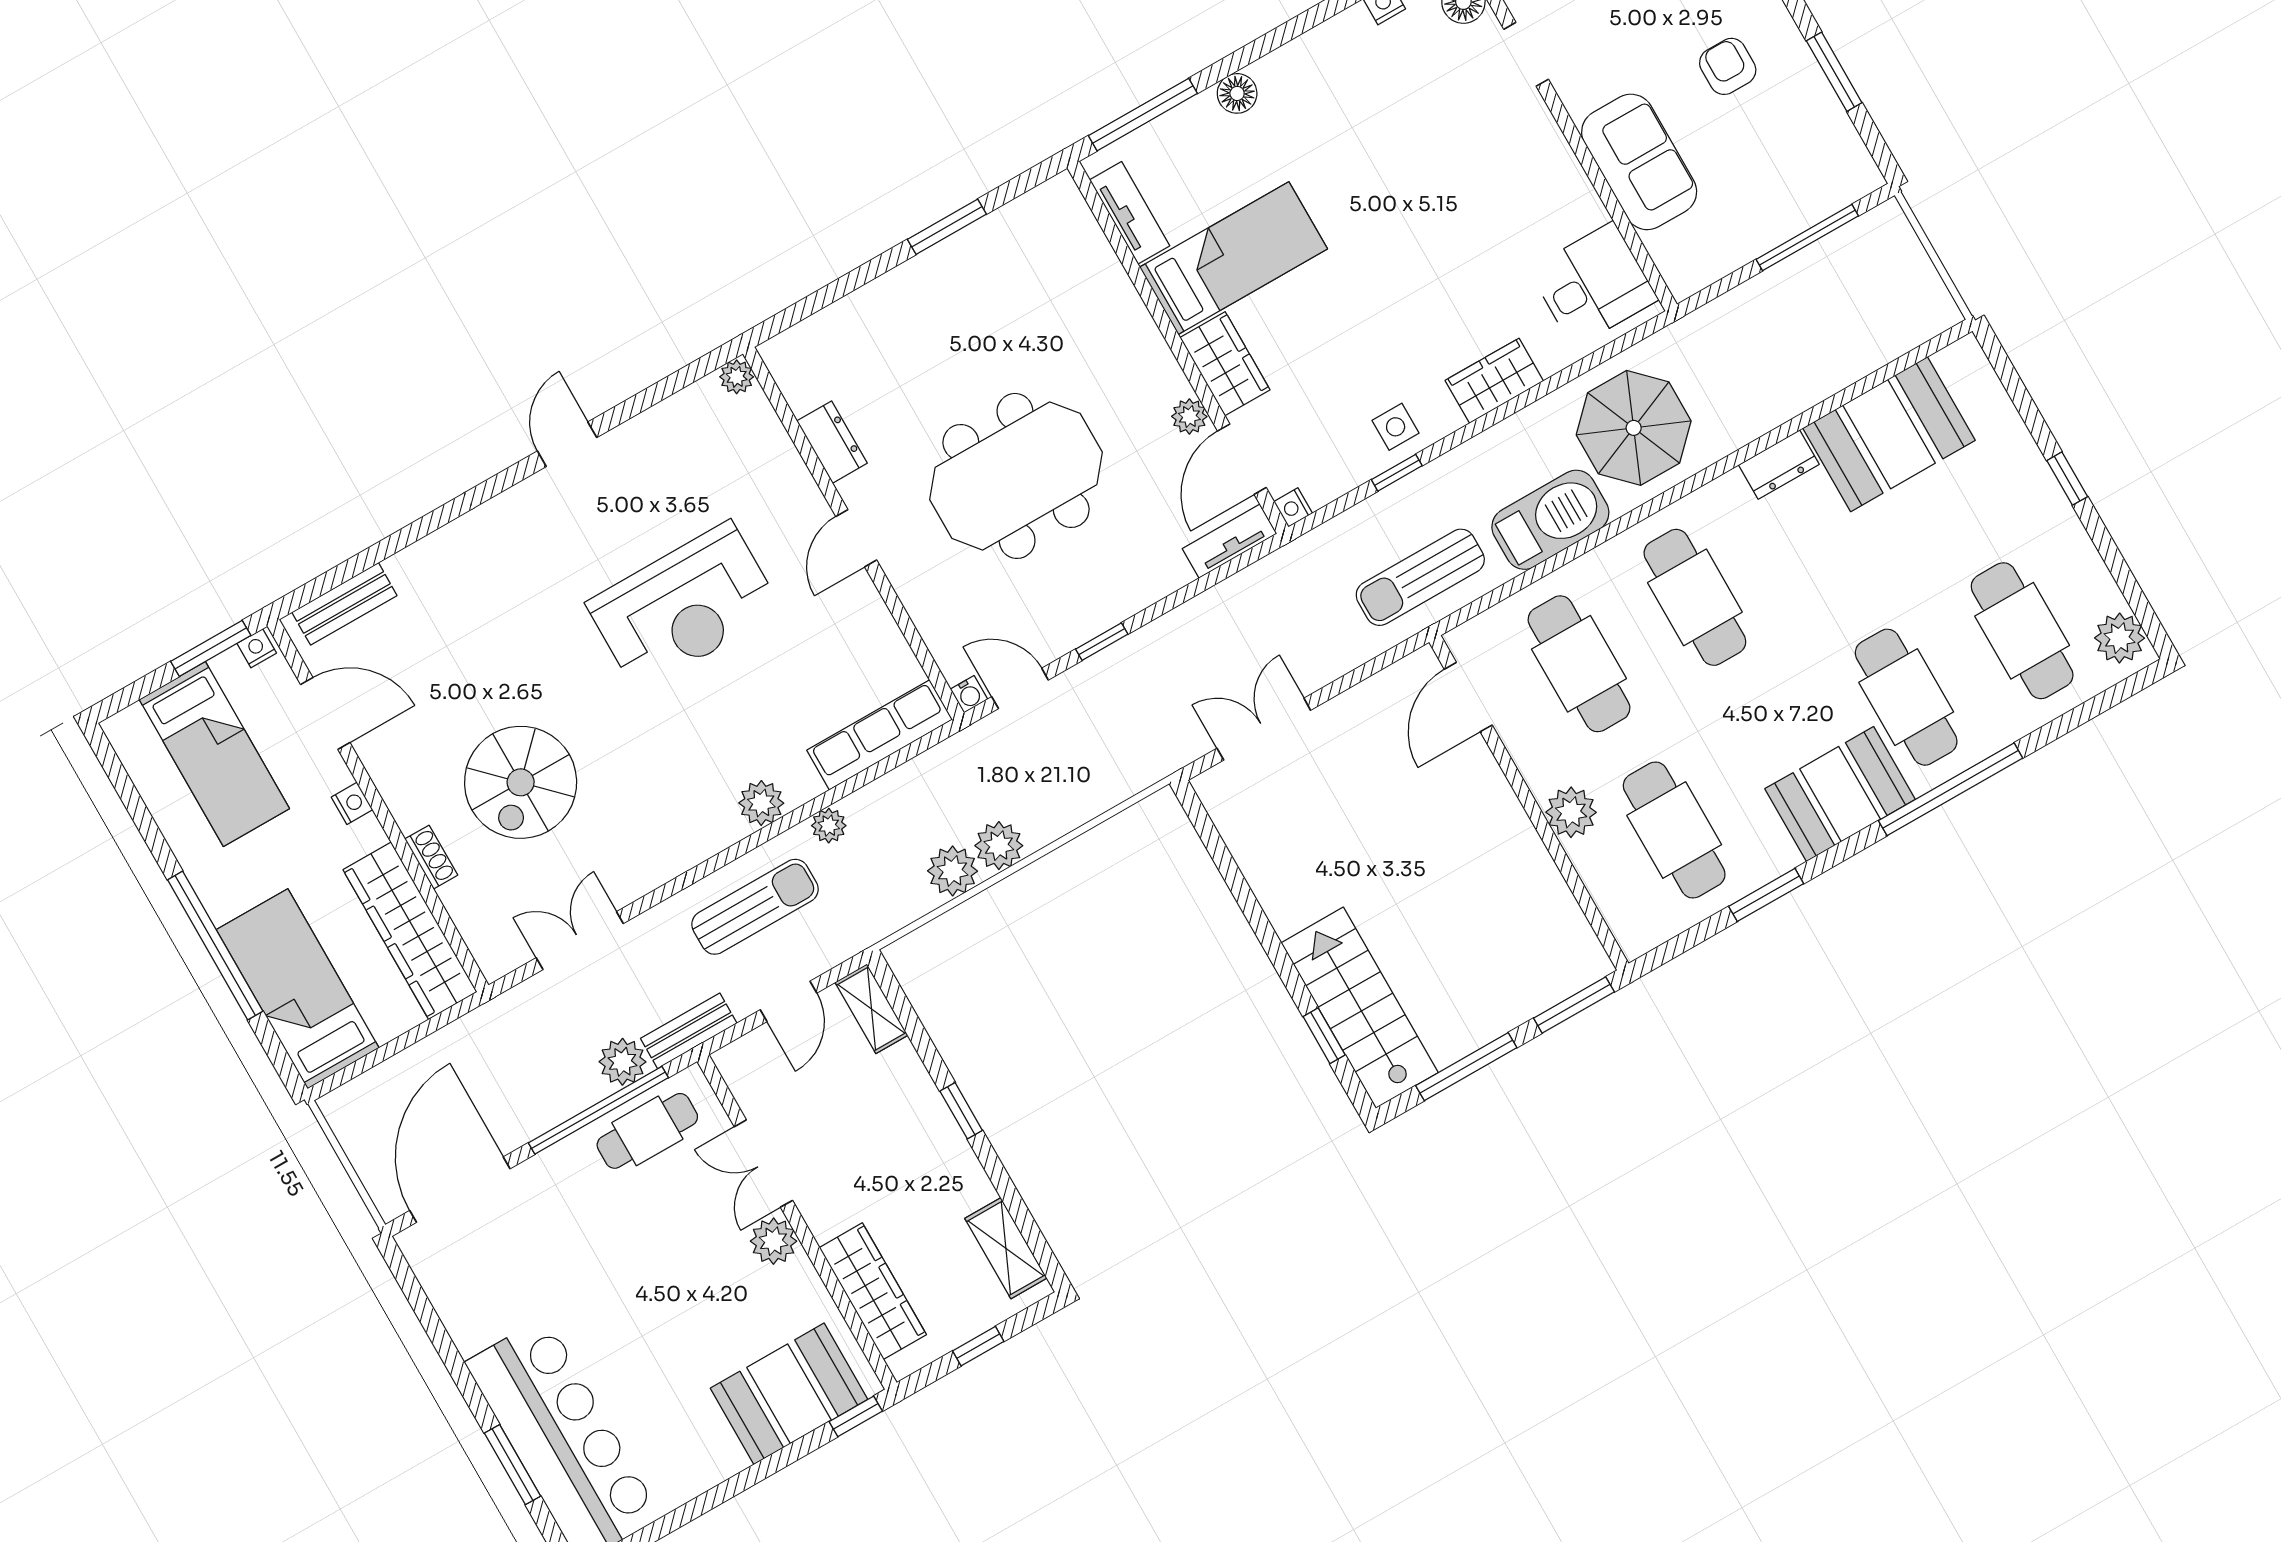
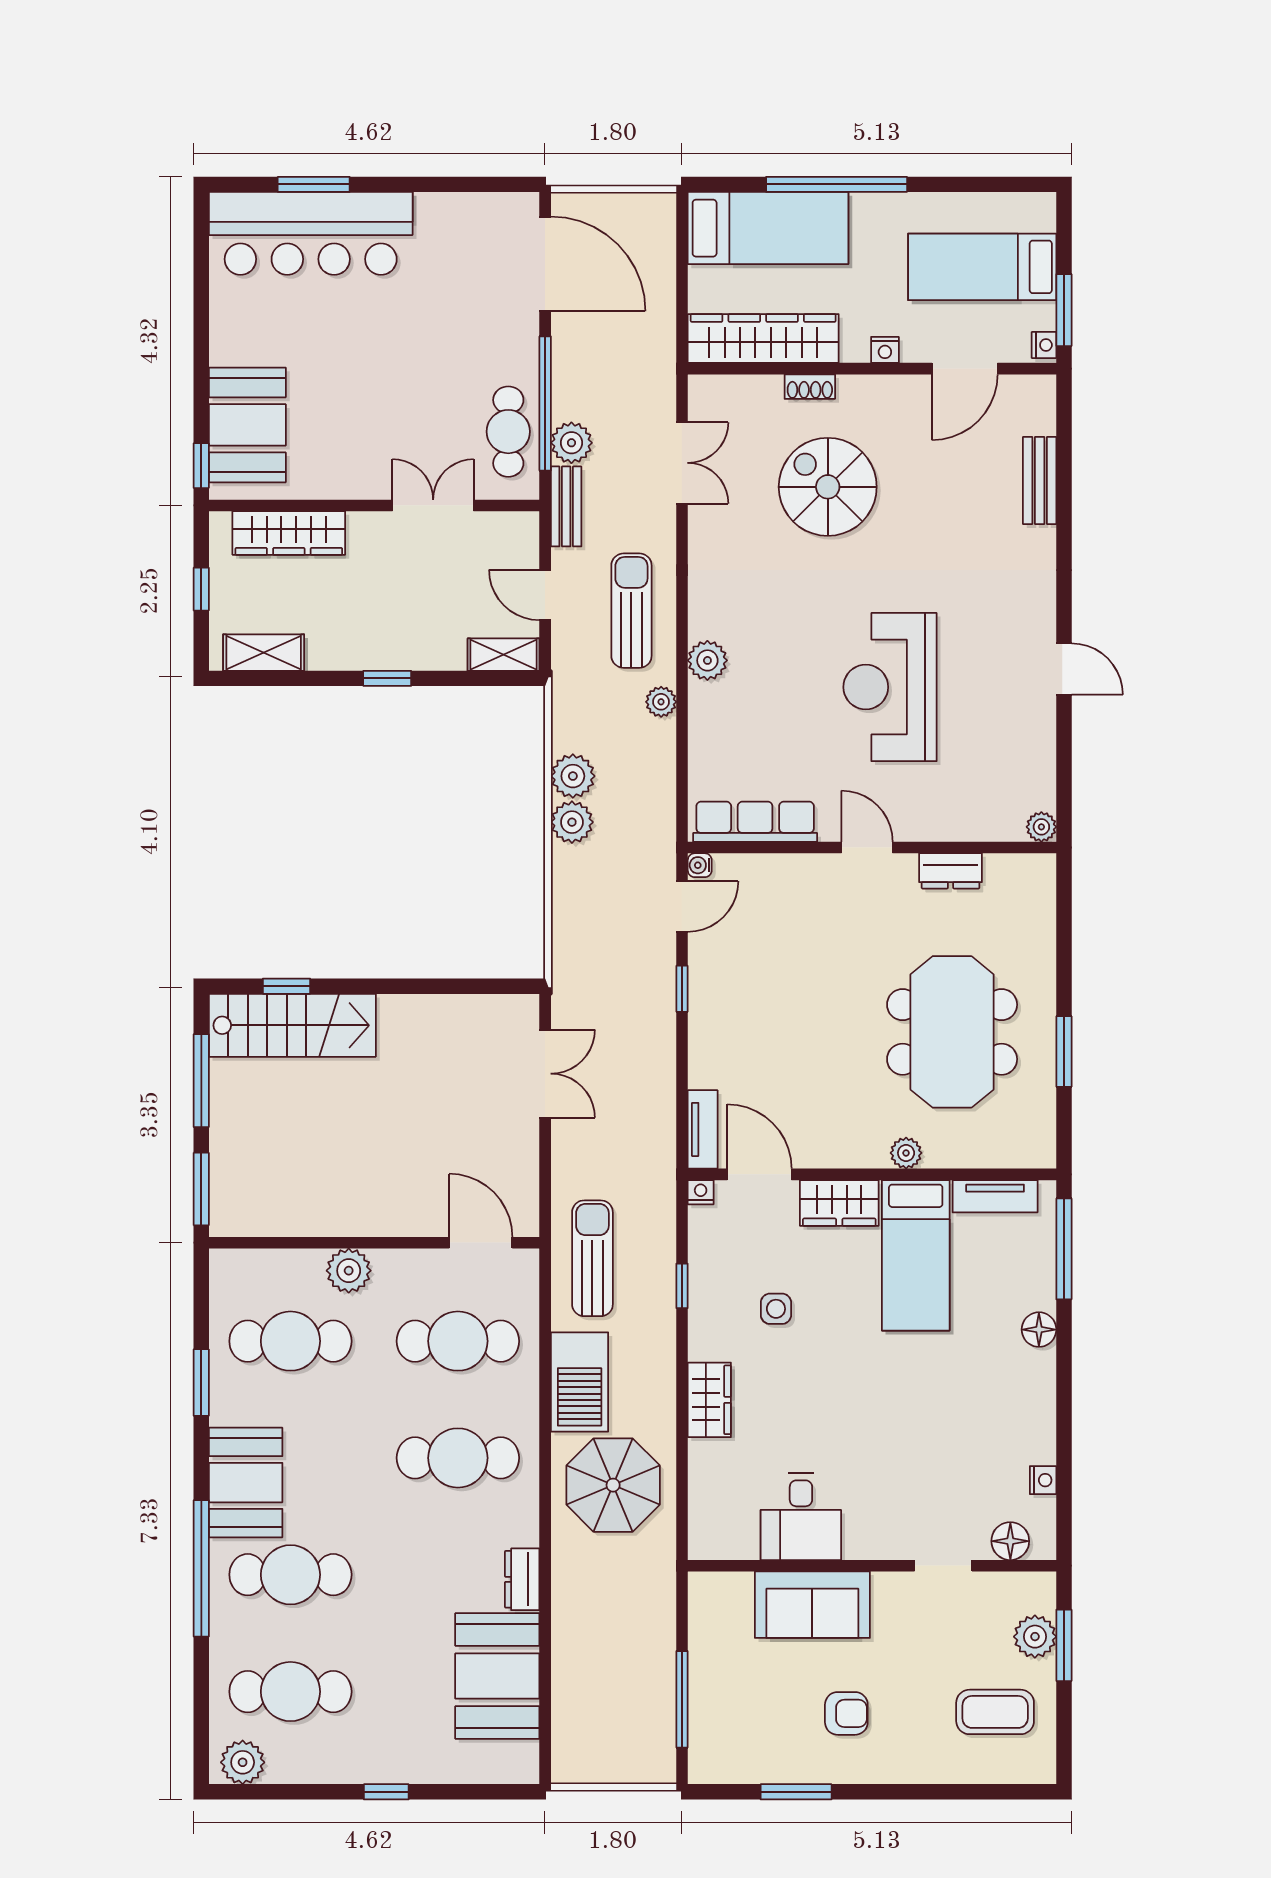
desk: (1593, 285) -> (801, 1517), moved
plant: (1189, 416) -> (906, 1153), moved
side table: (1396, 427) -> (776, 1309), moved
meeting table: (1016, 476) -> (952, 1032), moved
bench: (344, 604) -> (1040, 480), moved
row of seats: (880, 735) -> (755, 822), moved, turned -90
sun lounger: (755, 907) -> (631, 611), turned 180
plant: (774, 1241) -> (370, 479), removed

